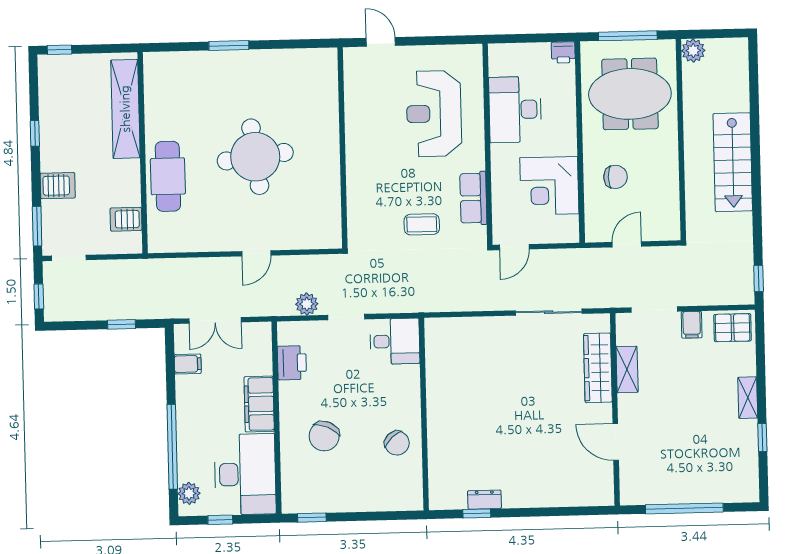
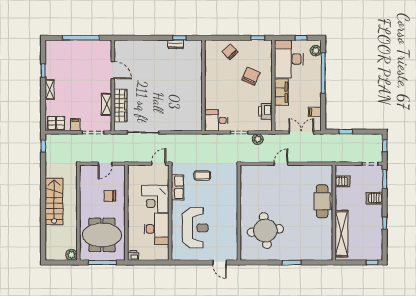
round table: (255, 157) -> (265, 231), moved
corner desk: (549, 186) -> (155, 199), moved, turned 180
chair: (397, 443) -> (230, 52), moved

